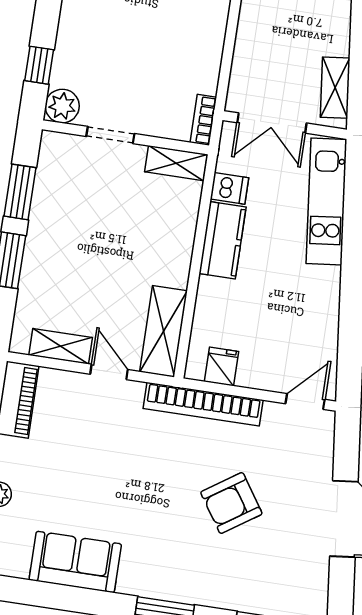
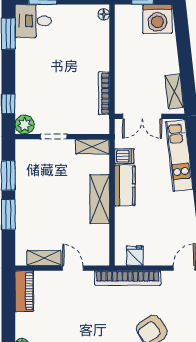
bookcase: (203, 120) -> (104, 93), moved, width x1.56
shelving: (164, 331) -> (100, 199), moved

